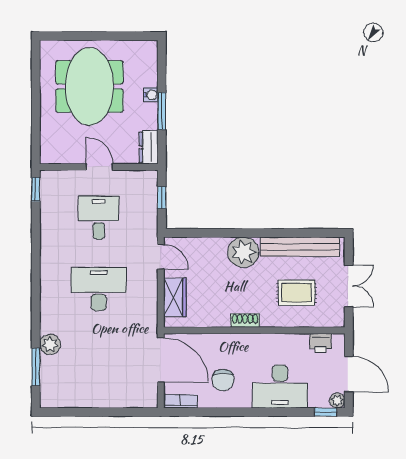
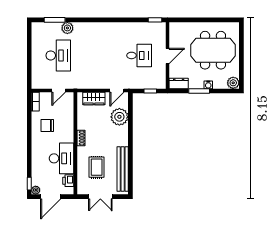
plant: (147, 51) -> (233, 83), added
plant: (243, 252) -> (119, 117), moved
desk: (99, 289) -> (58, 55), moved
door: (161, 360) -> (59, 90), width x0.53
desk: (280, 386) -> (62, 158), moved, turned 180

